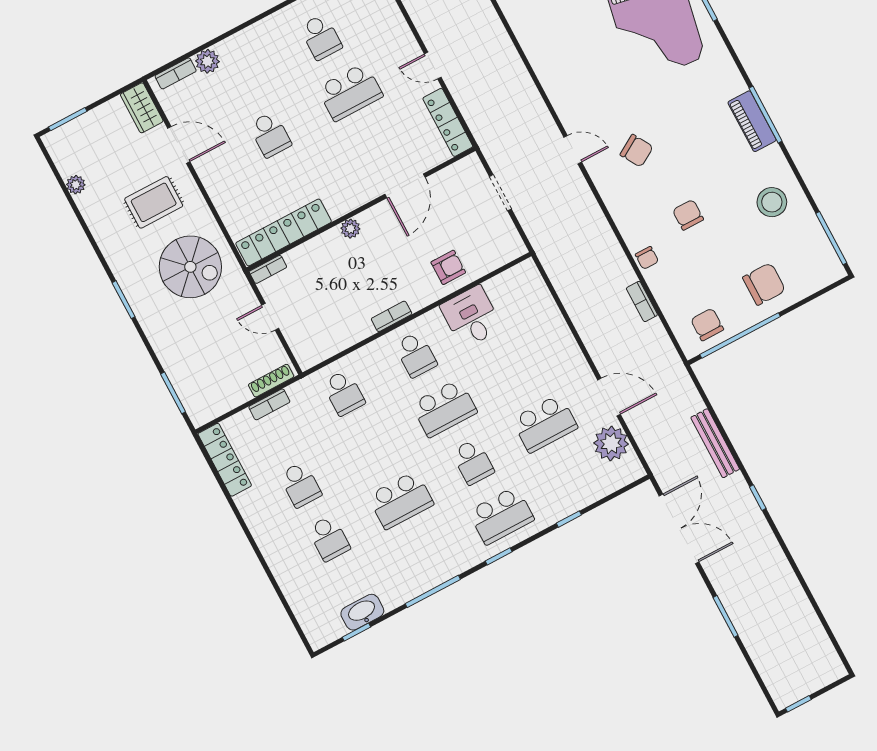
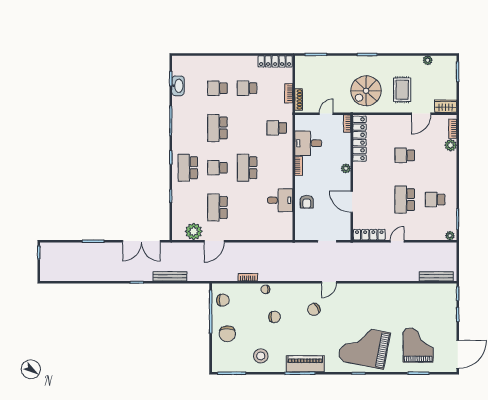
piano: (752, 121) -> (305, 364), width x1.37, depth x1.33
desk: (341, 321) -> (308, 143), added
school desk: (416, 355) -> (277, 168), removed

